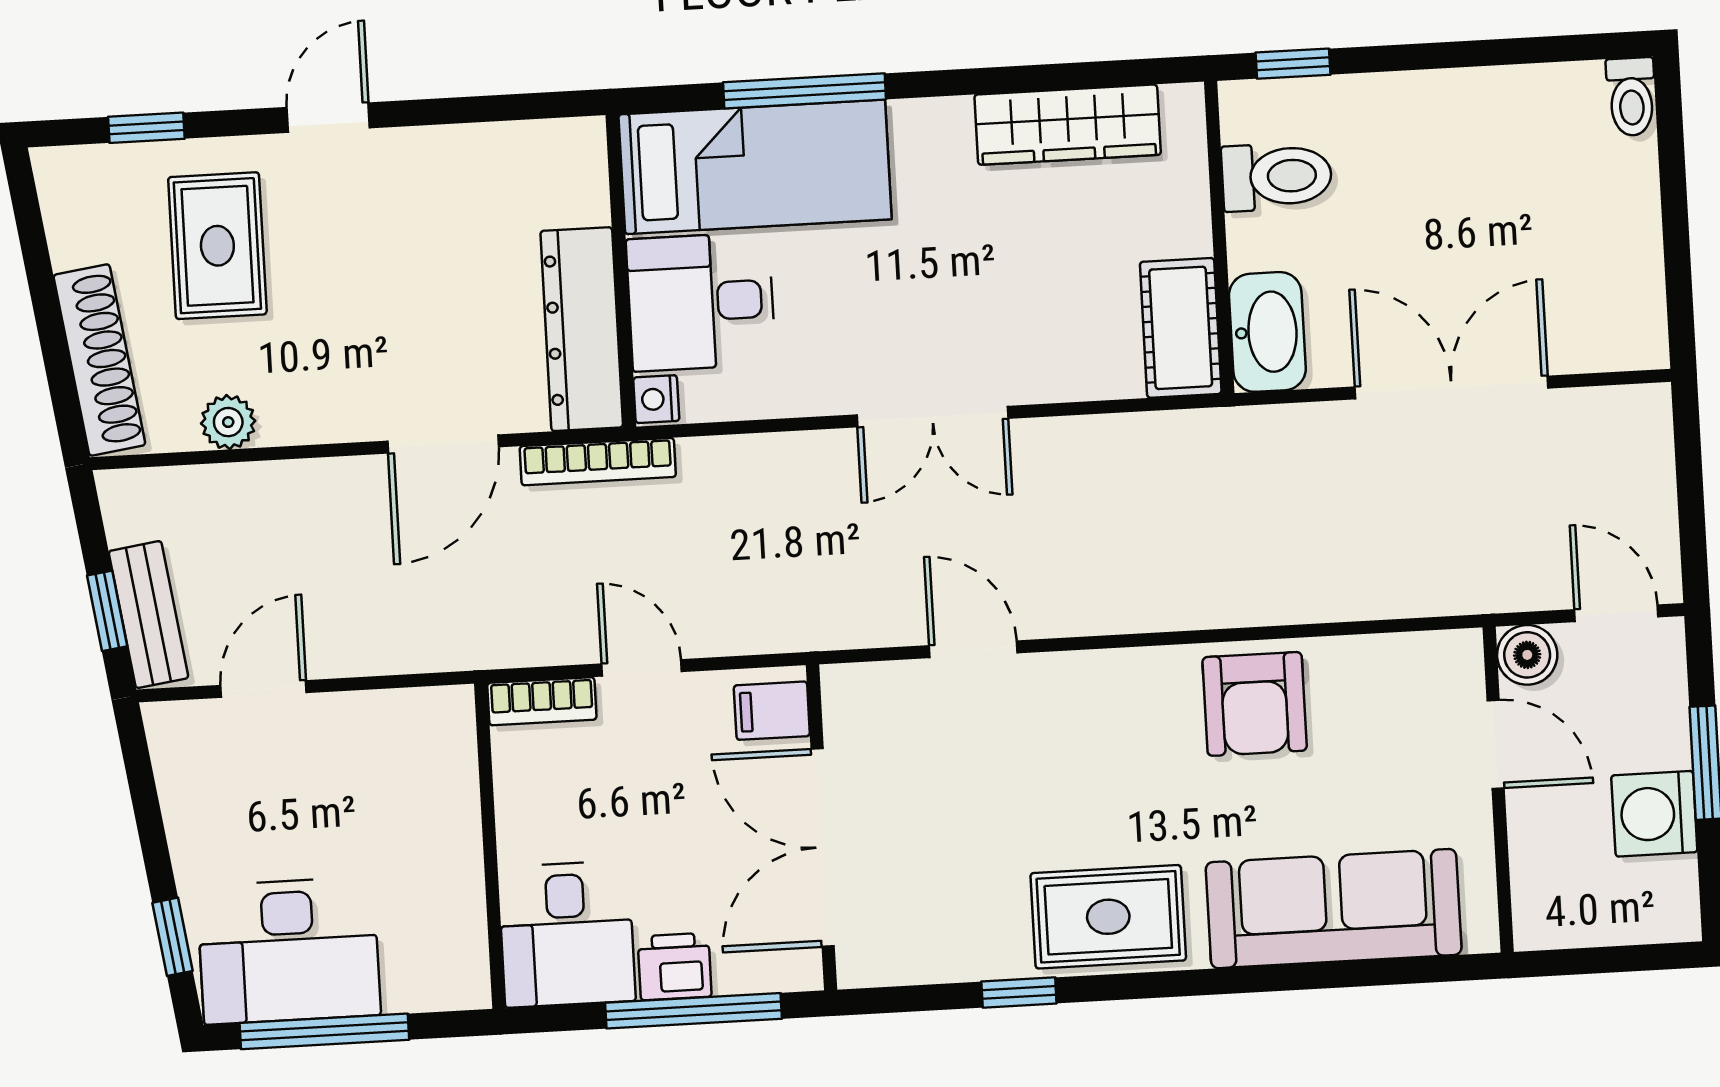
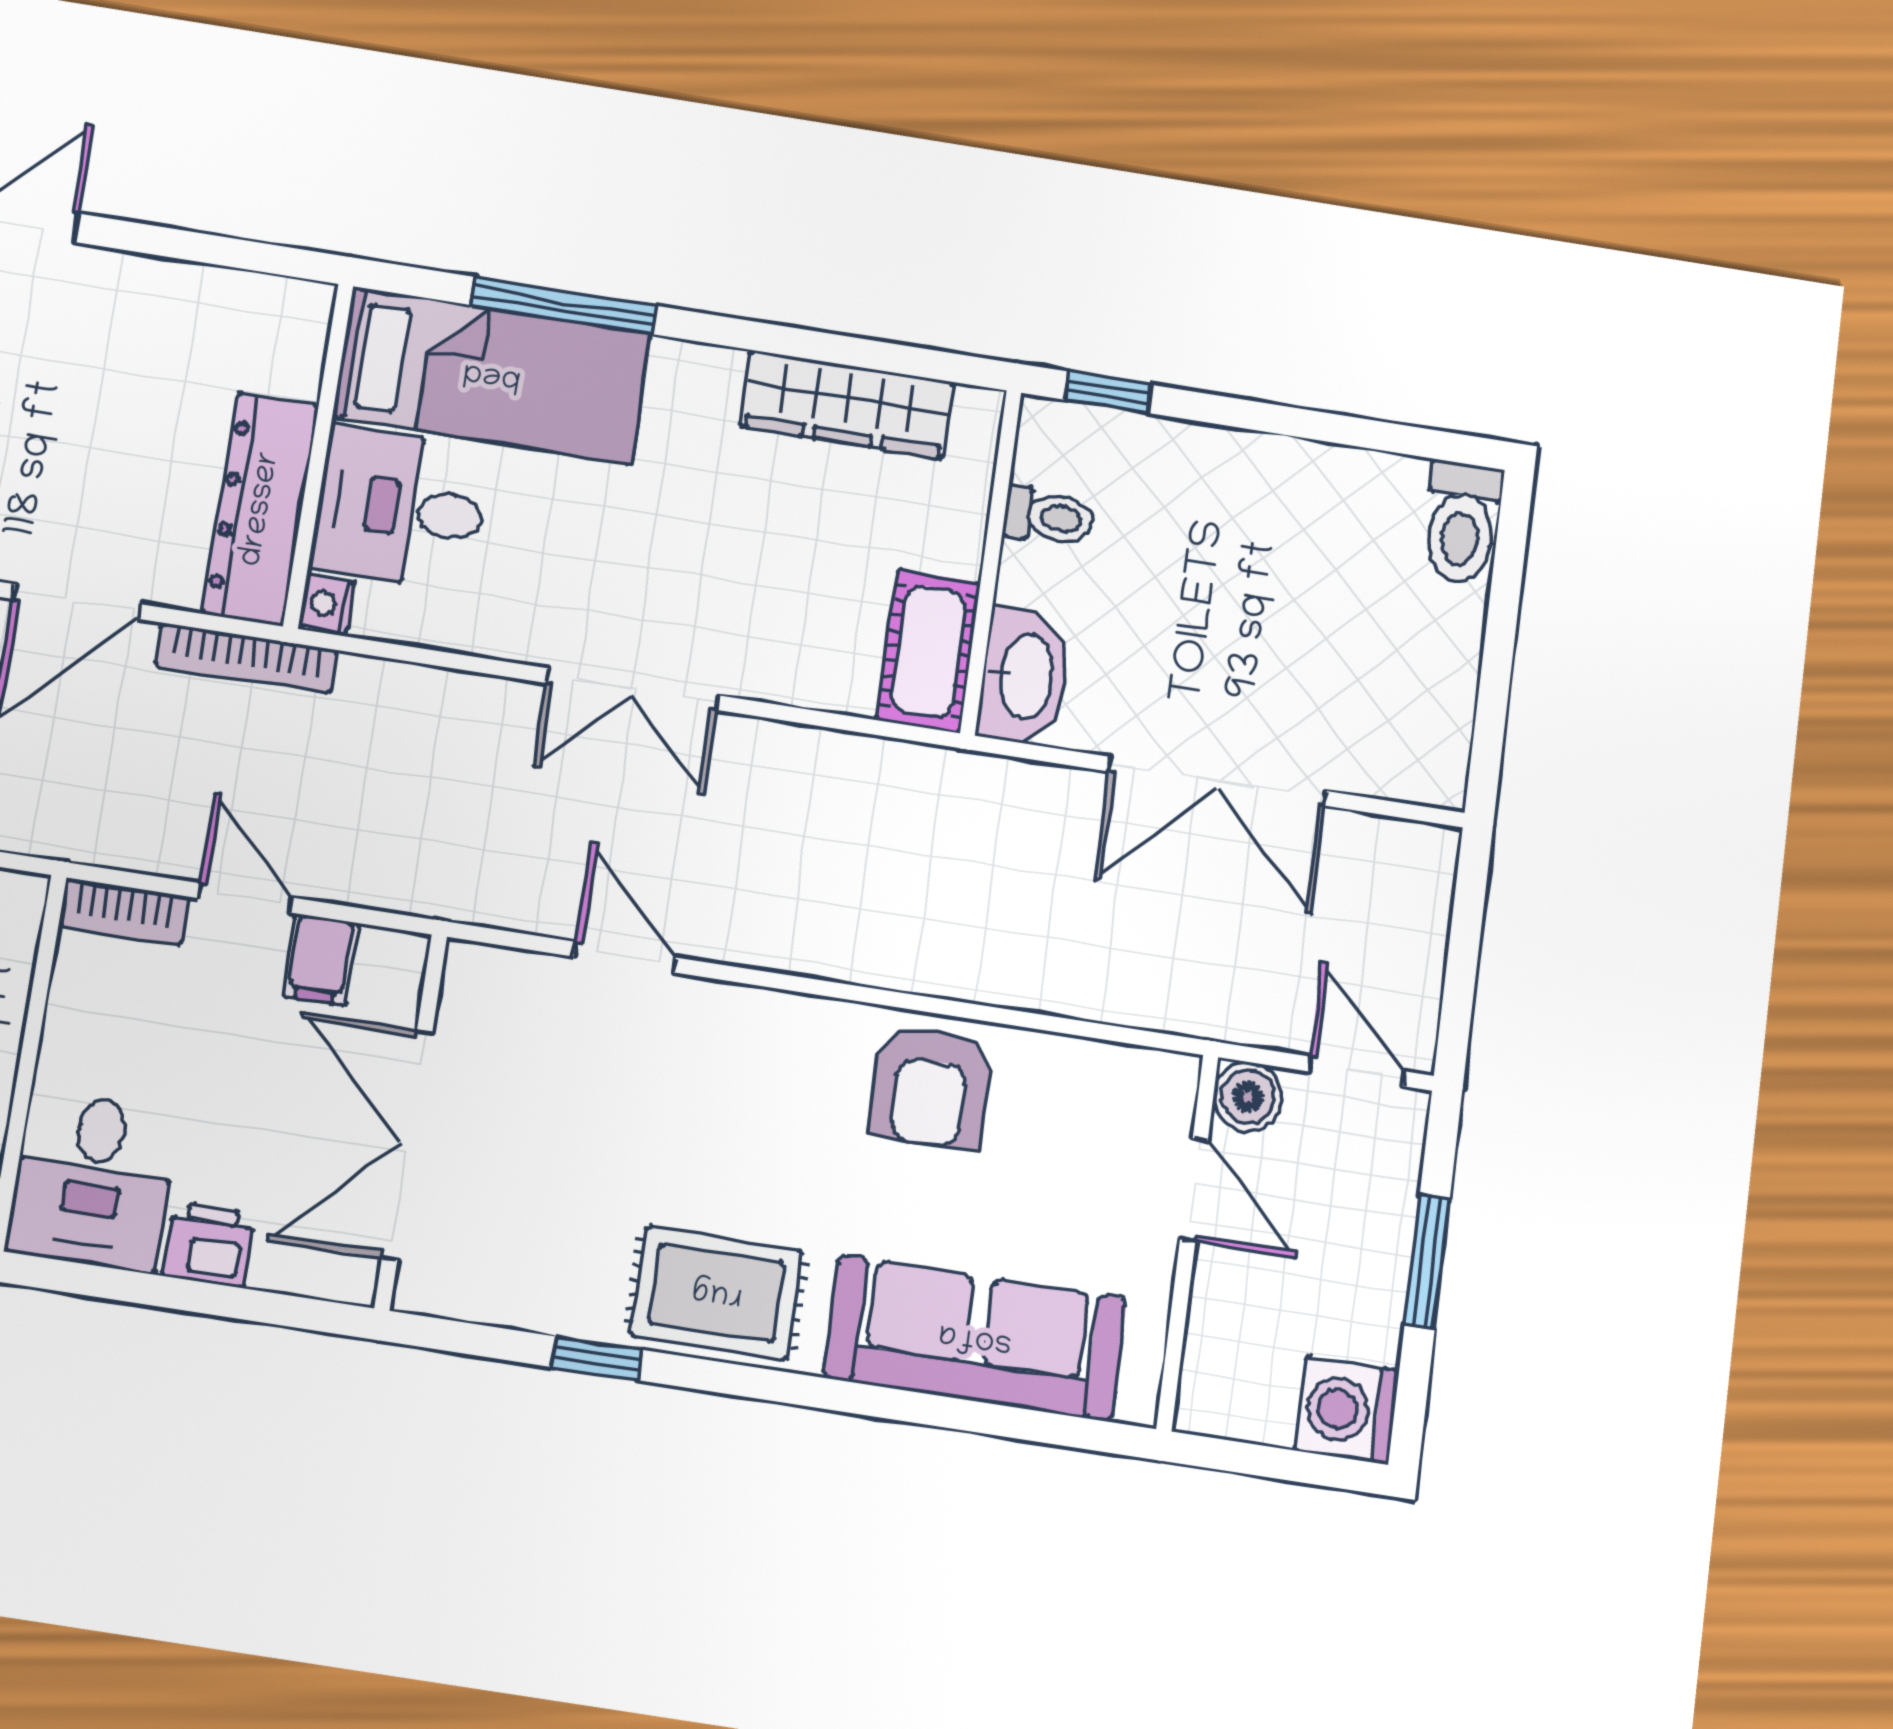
toilet: (1631, 97) -> (1462, 523), width x1.37, depth x1.39
toilet: (1277, 176) -> (1049, 517), width x0.73, depth x0.72
double door: (1451, 388) -> (1217, 781), swing flipped
filing cabinet: (772, 711) -> (320, 960), moved, turned -90
washing machine: (1654, 814) -> (1347, 1410), moved
window: (693, 1011) -> (219, 1300), removed

